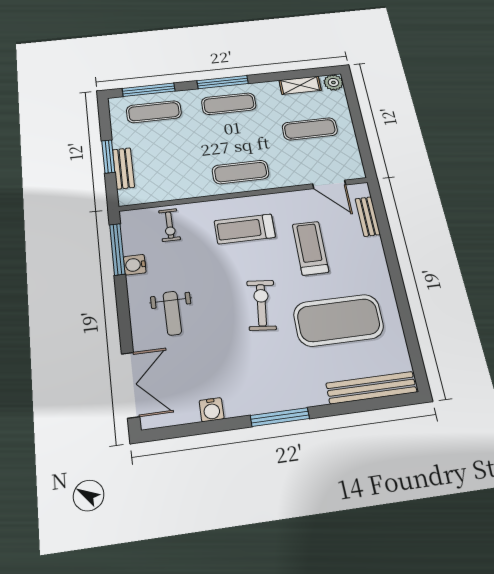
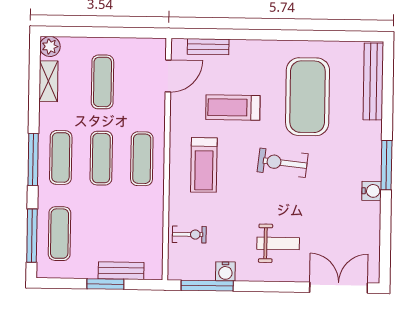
exercise mat: (235, 137) -> (101, 158), added
water cooler: (212, 410) -> (372, 191), moved

